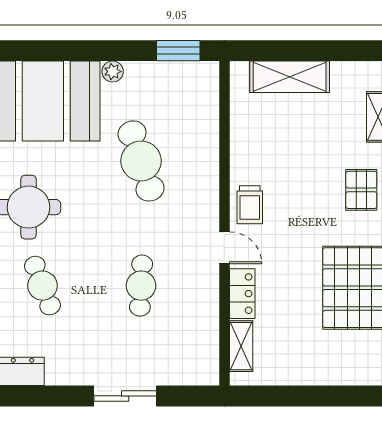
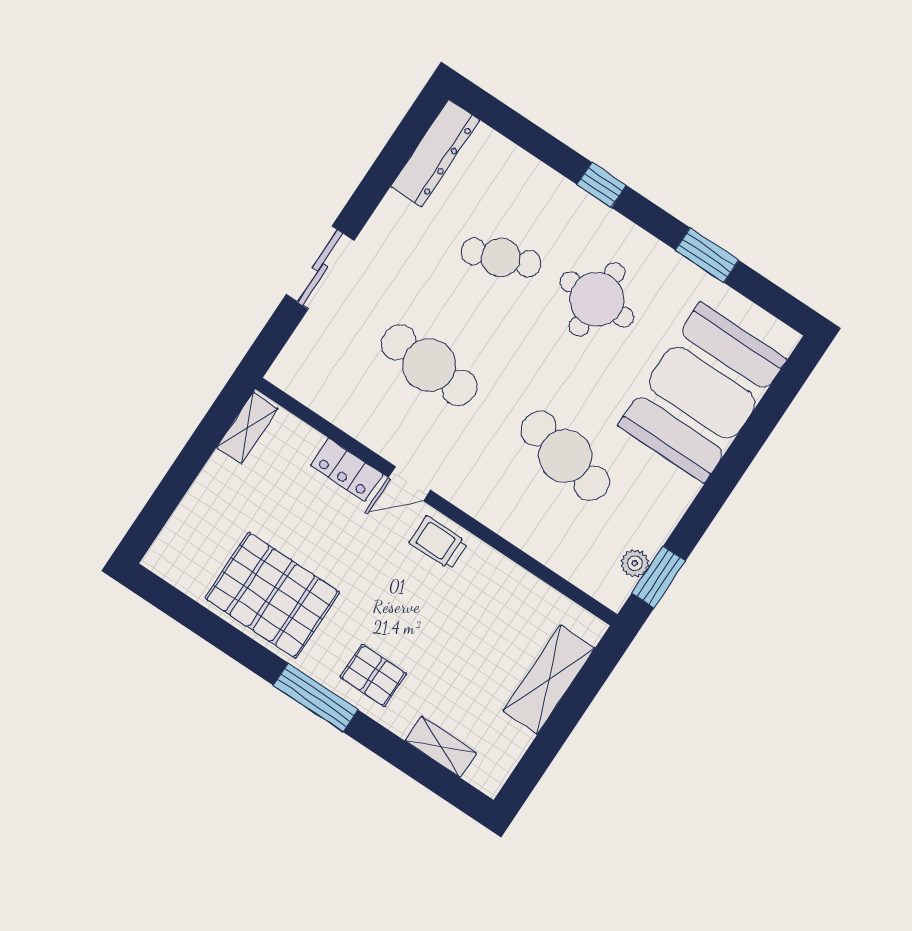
plant: (113, 72) -> (635, 563), moved
cafe table: (141, 161) -> (565, 456), turned 30
cafe table: (141, 286) -> (429, 365), width x1.37, depth x1.35
shelving: (241, 346) -> (247, 428), moved, turned 90

